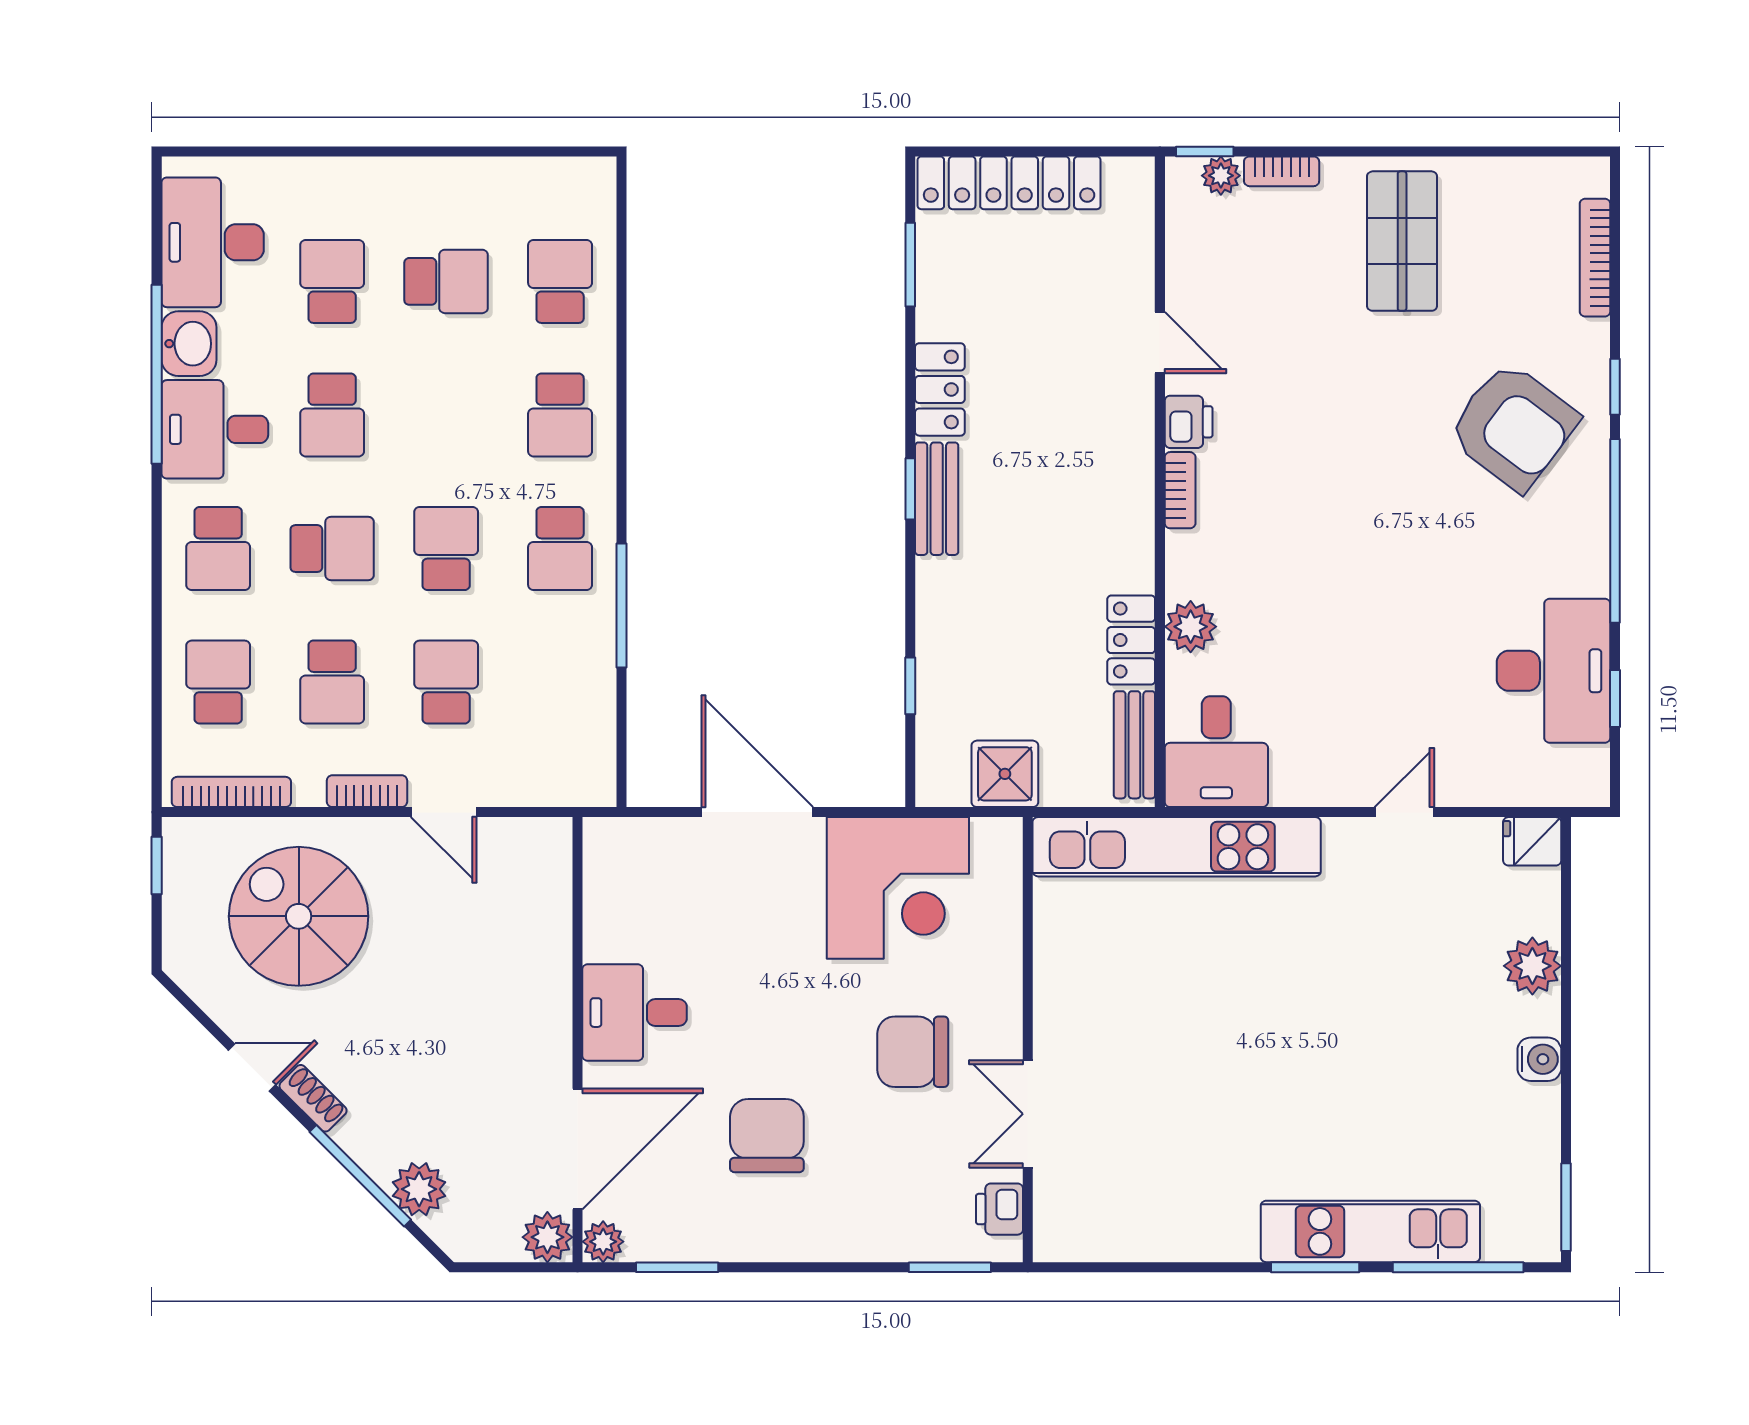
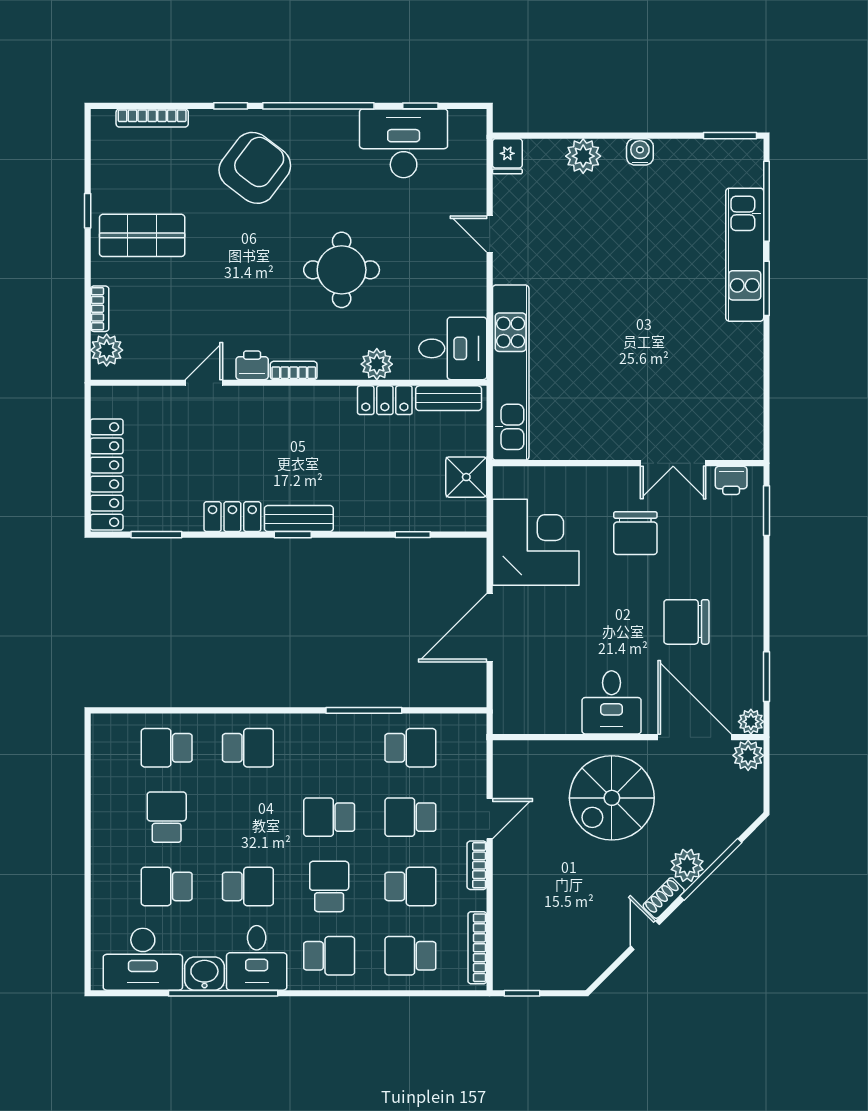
window: (1205, 151) -> (88, 211), moved
plant: (1221, 176) -> (107, 350), width x1.38, depth x1.38
school desk: (560, 549) -> (410, 748), moved
round table: (1345, 569) -> (342, 270), added
spiral stairs: (299, 916) -> (612, 798), moved
plant: (419, 1189) -> (687, 865), moved

